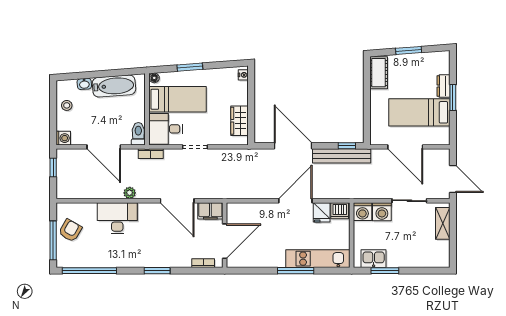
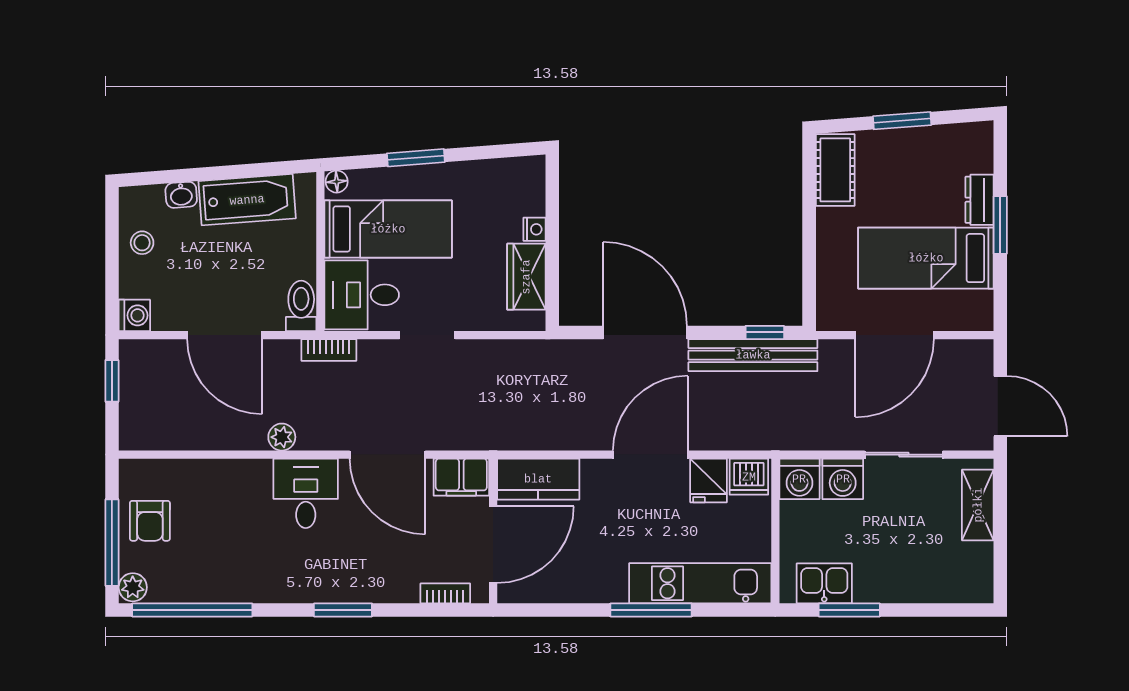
nightstand: (243, 75) -> (534, 229), moved
door: (405, 147) -> (895, 335), hinge flipped
kitchen counter: (245, 212) -> (538, 479), added
desk: (117, 218) -> (306, 493), moved, width x0.73
armchair: (70, 231) -> (150, 521), turned 150
plant: (63, 260) -> (133, 587), added

